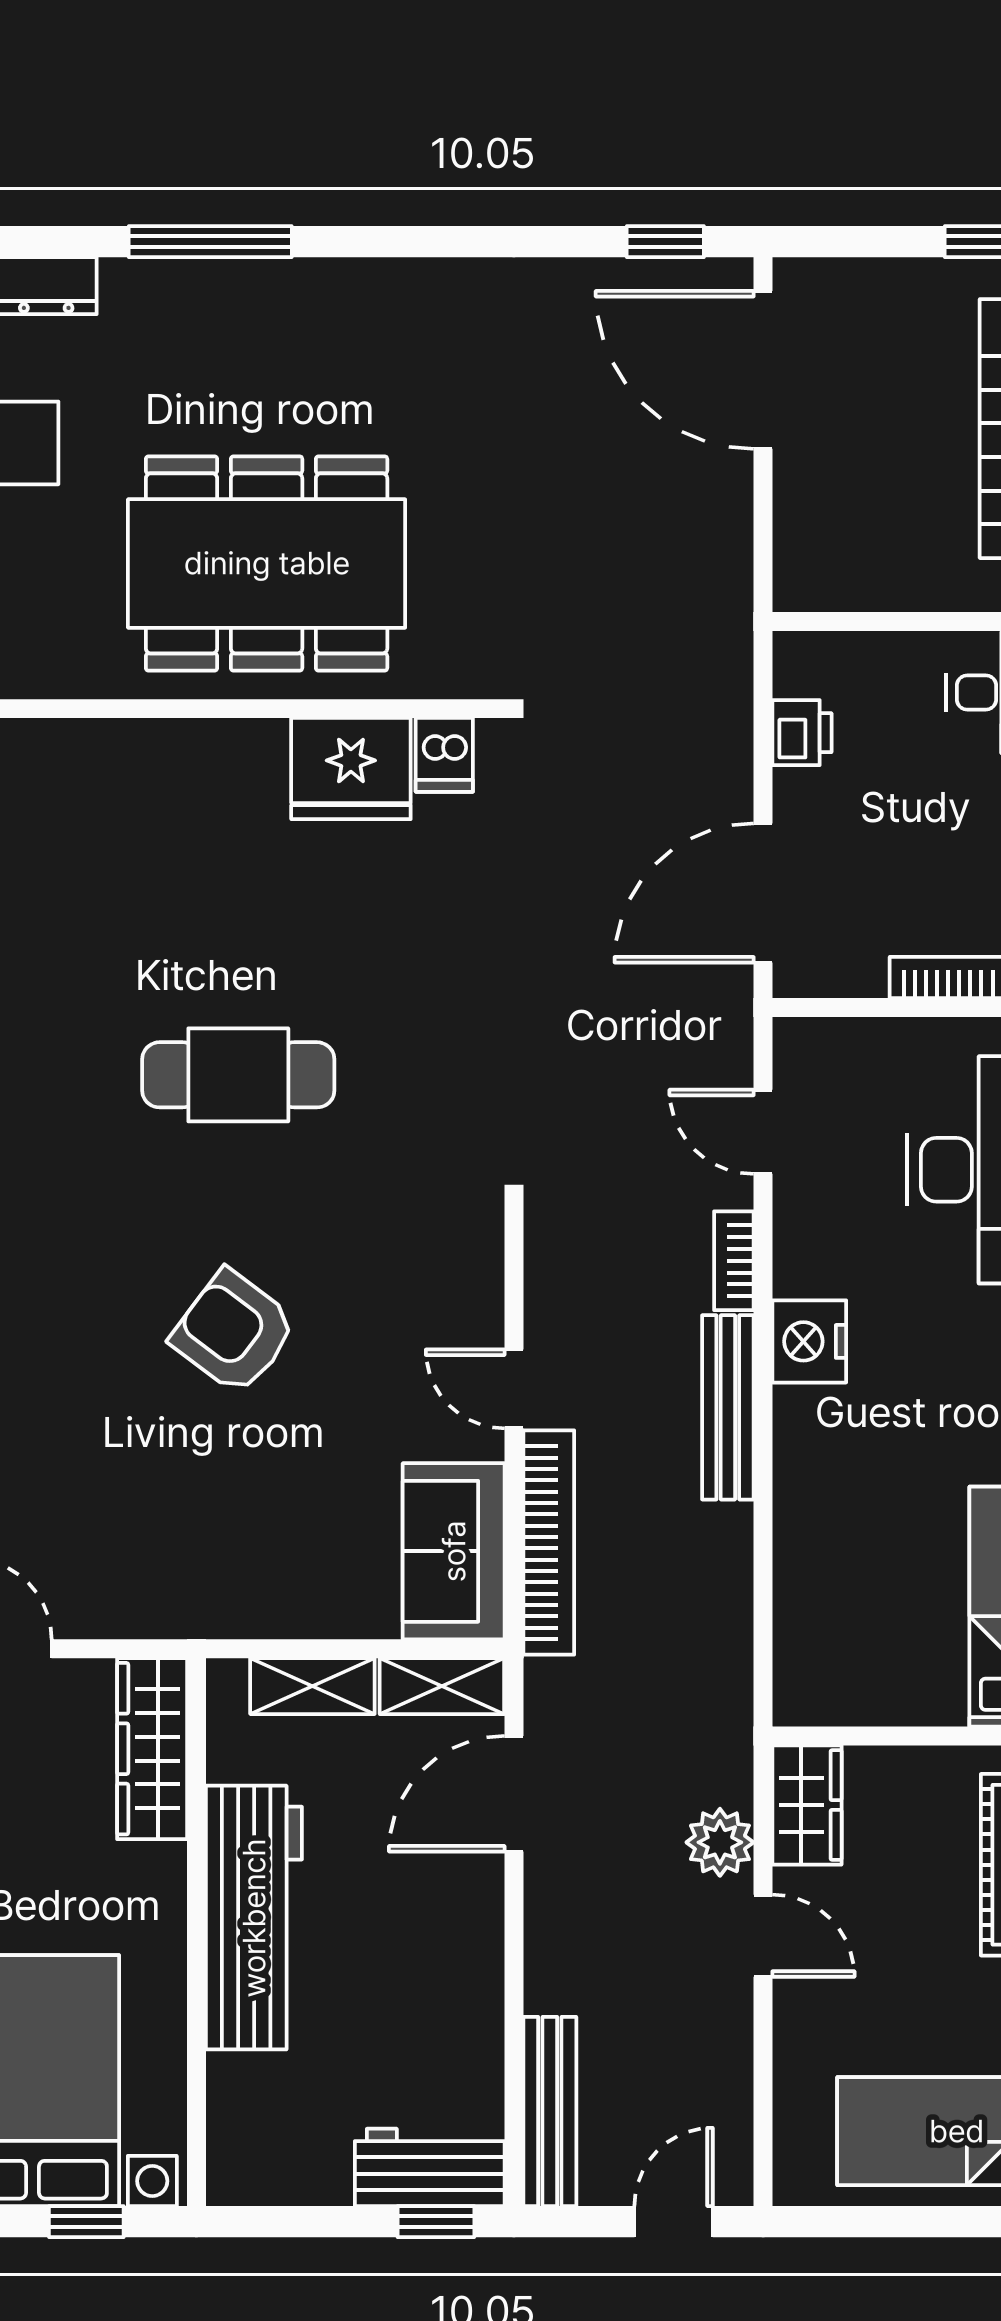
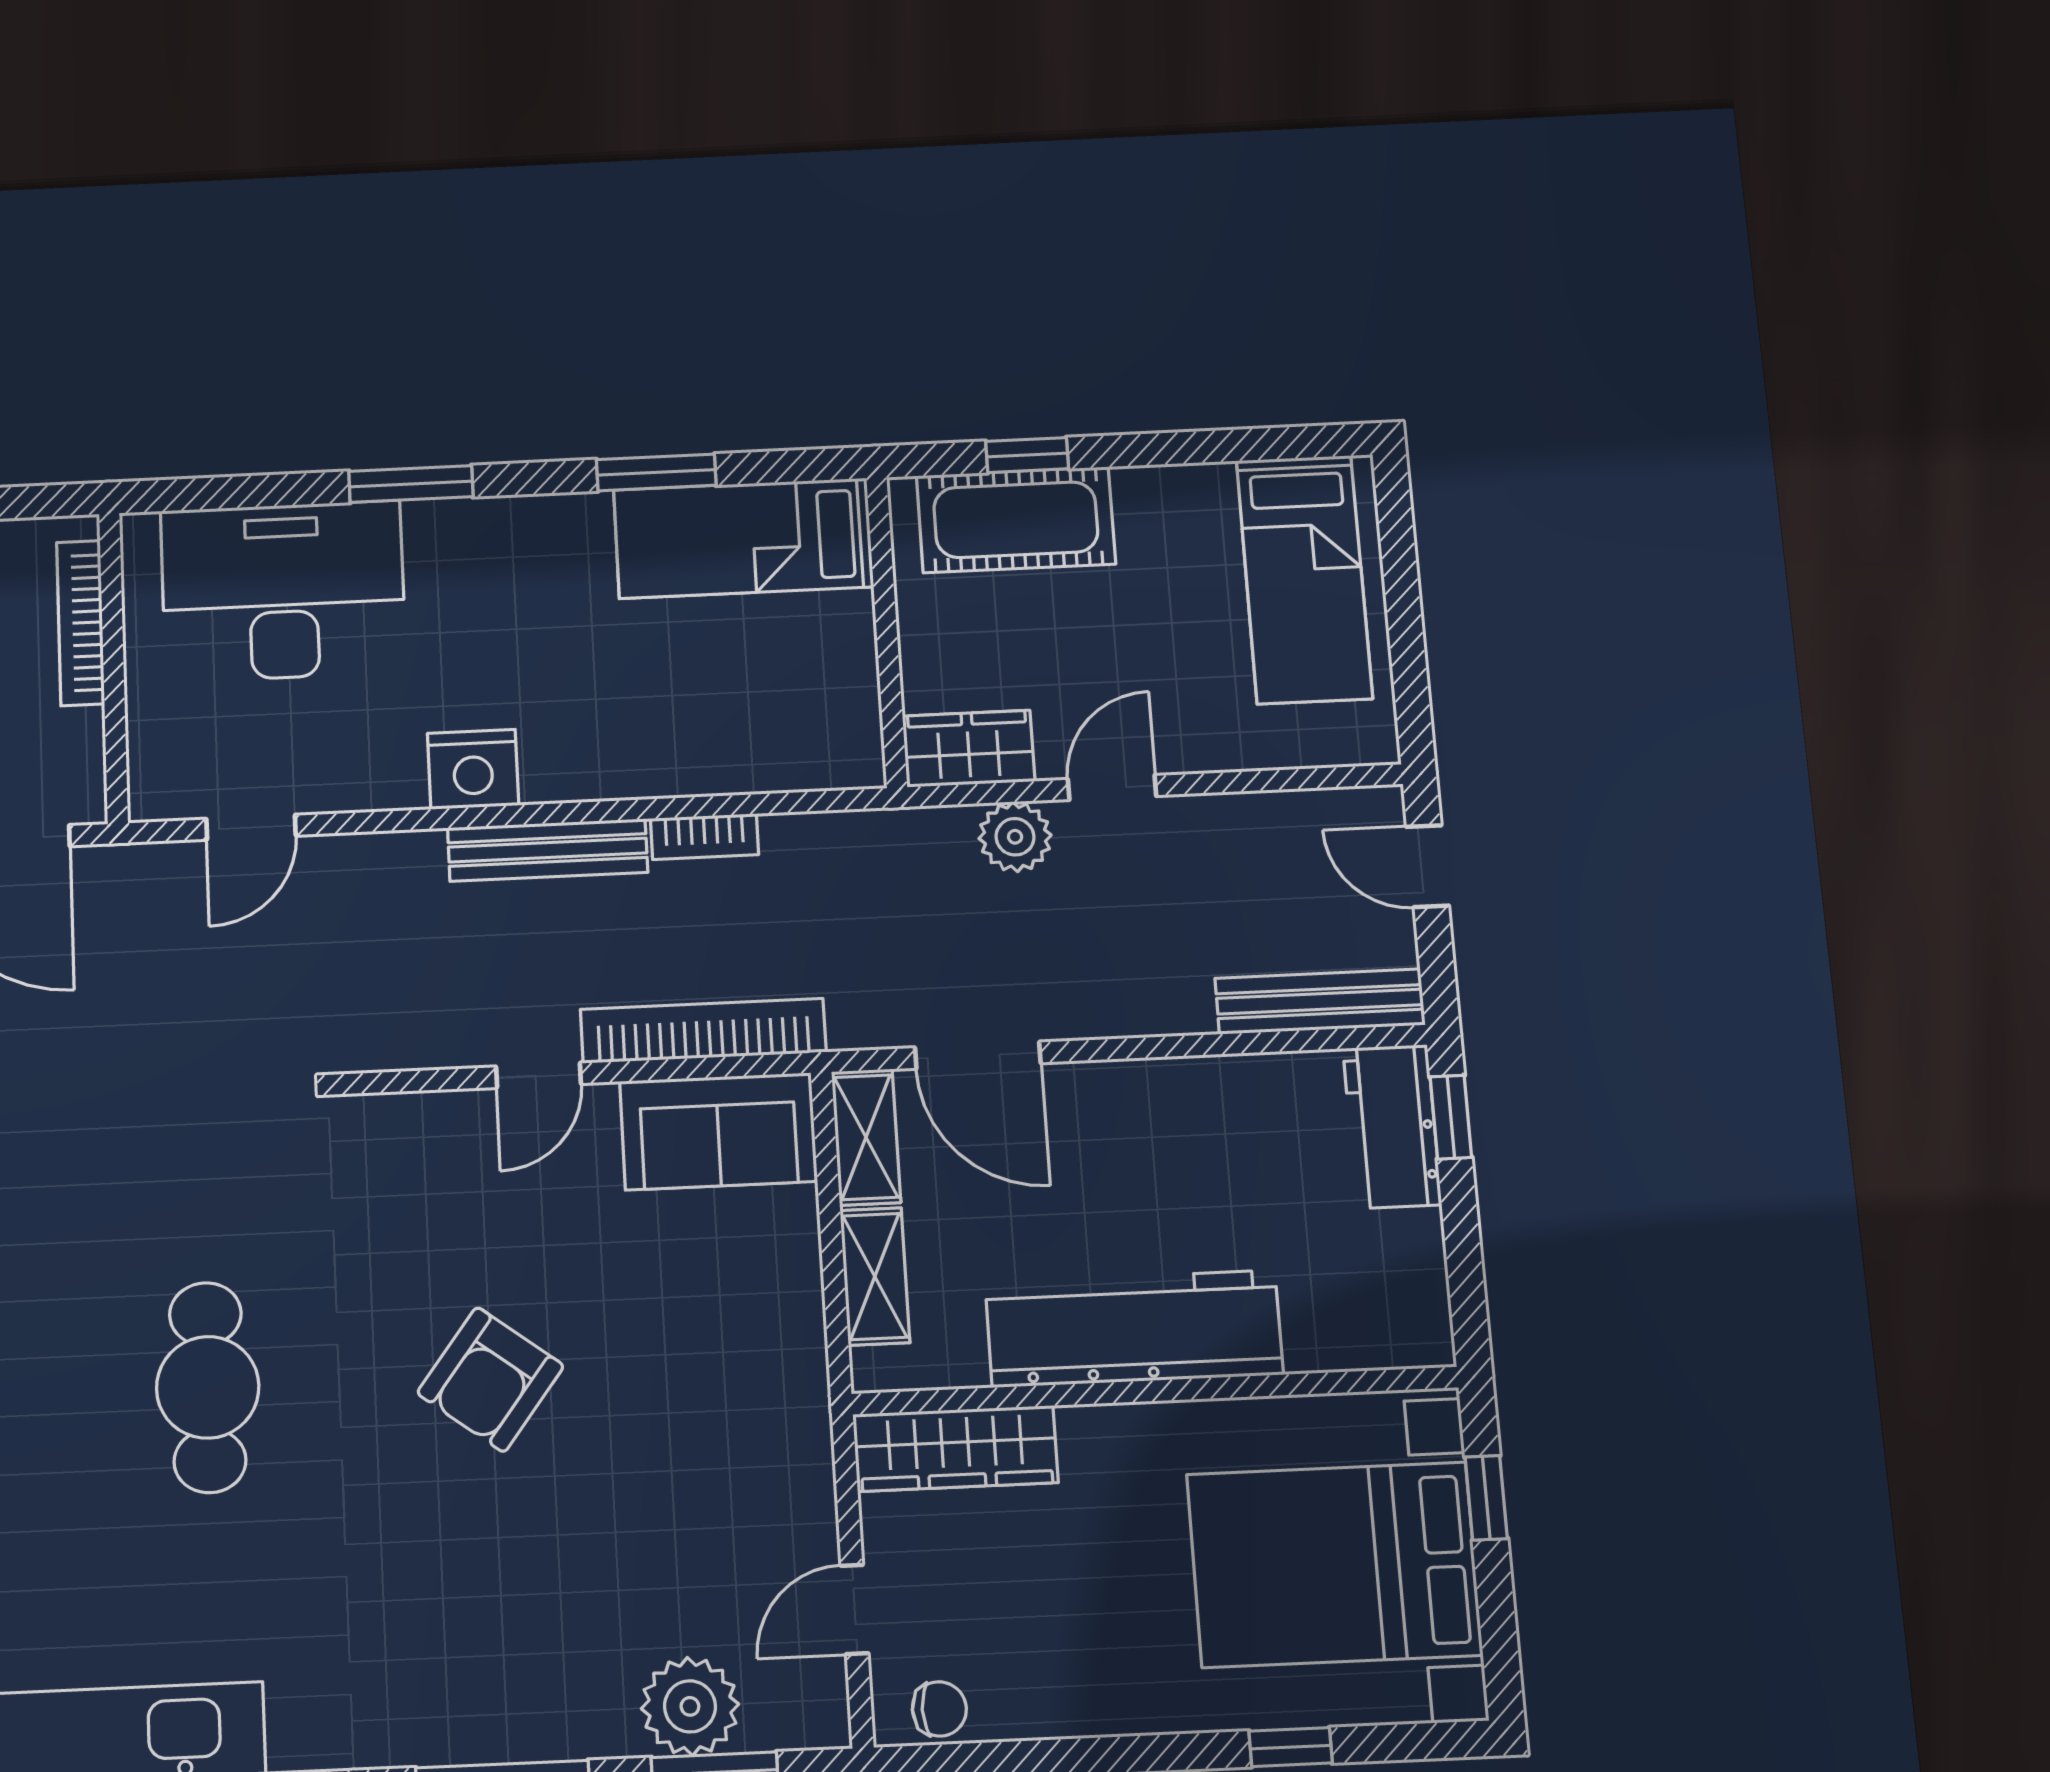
bookcase: (734, 1261) -> (704, 837), moved

